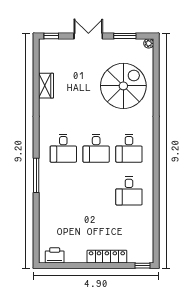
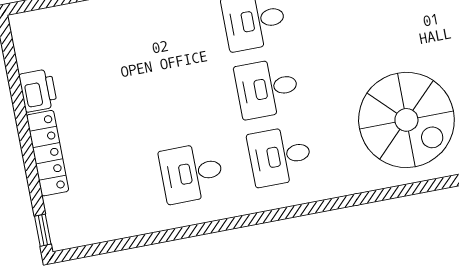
printer: (55, 255) -> (38, 91), moved

